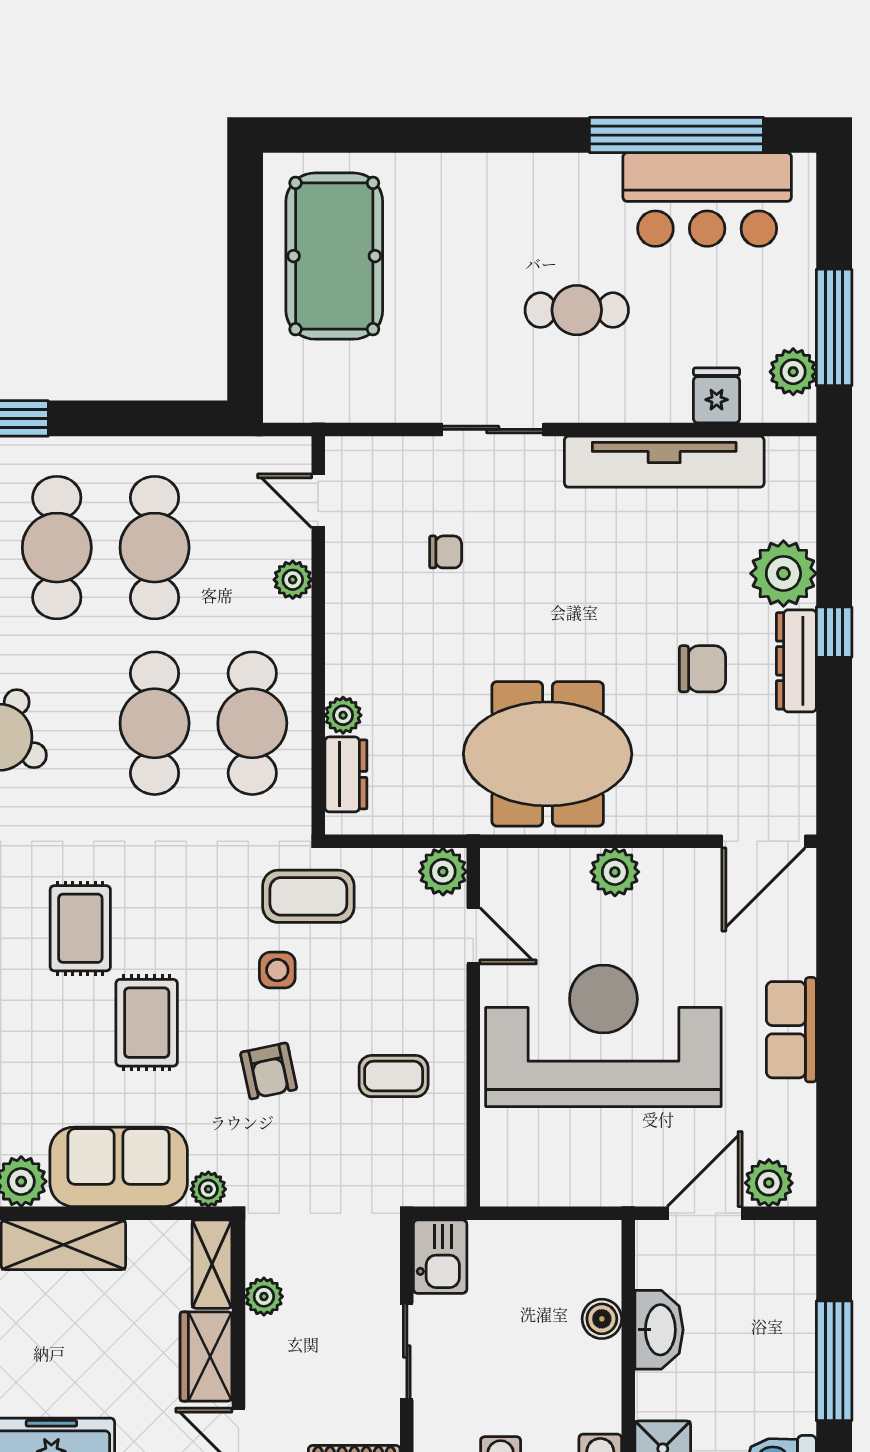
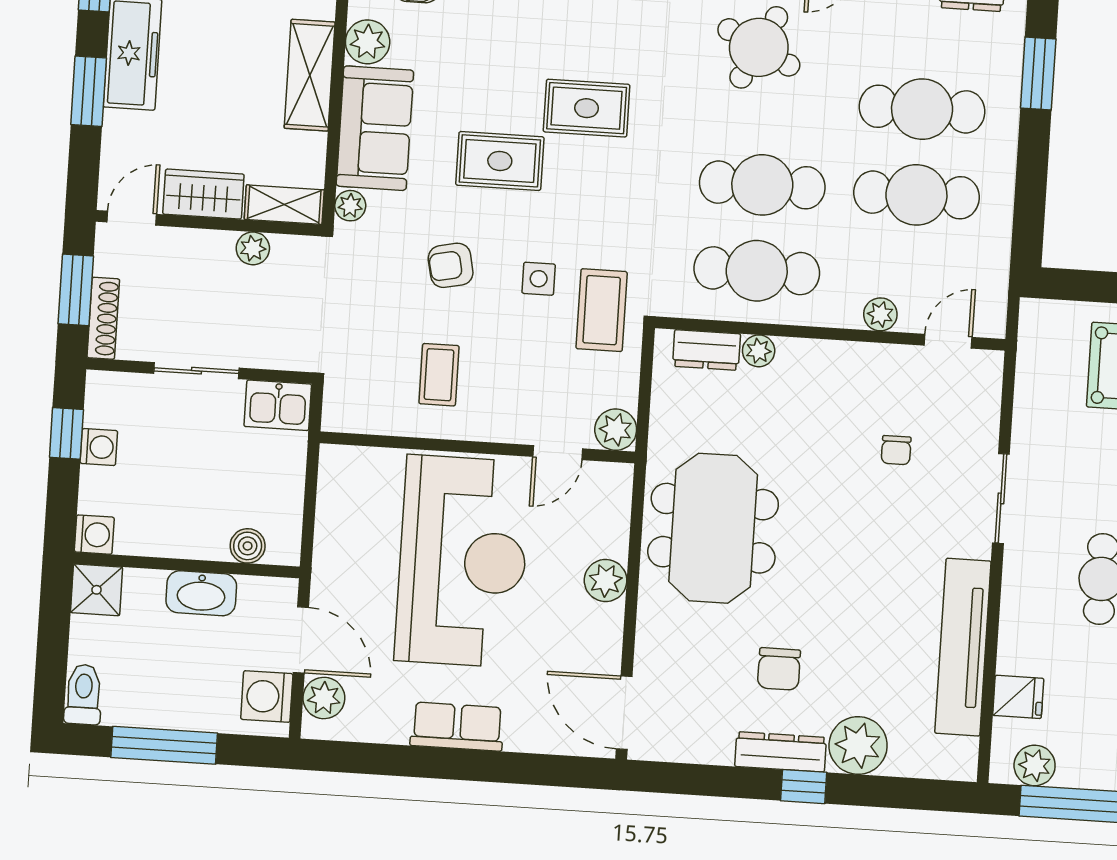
washing machine: (771, 1248) -> (267, 696), added
boiler: (602, 1319) -> (248, 546), moved

